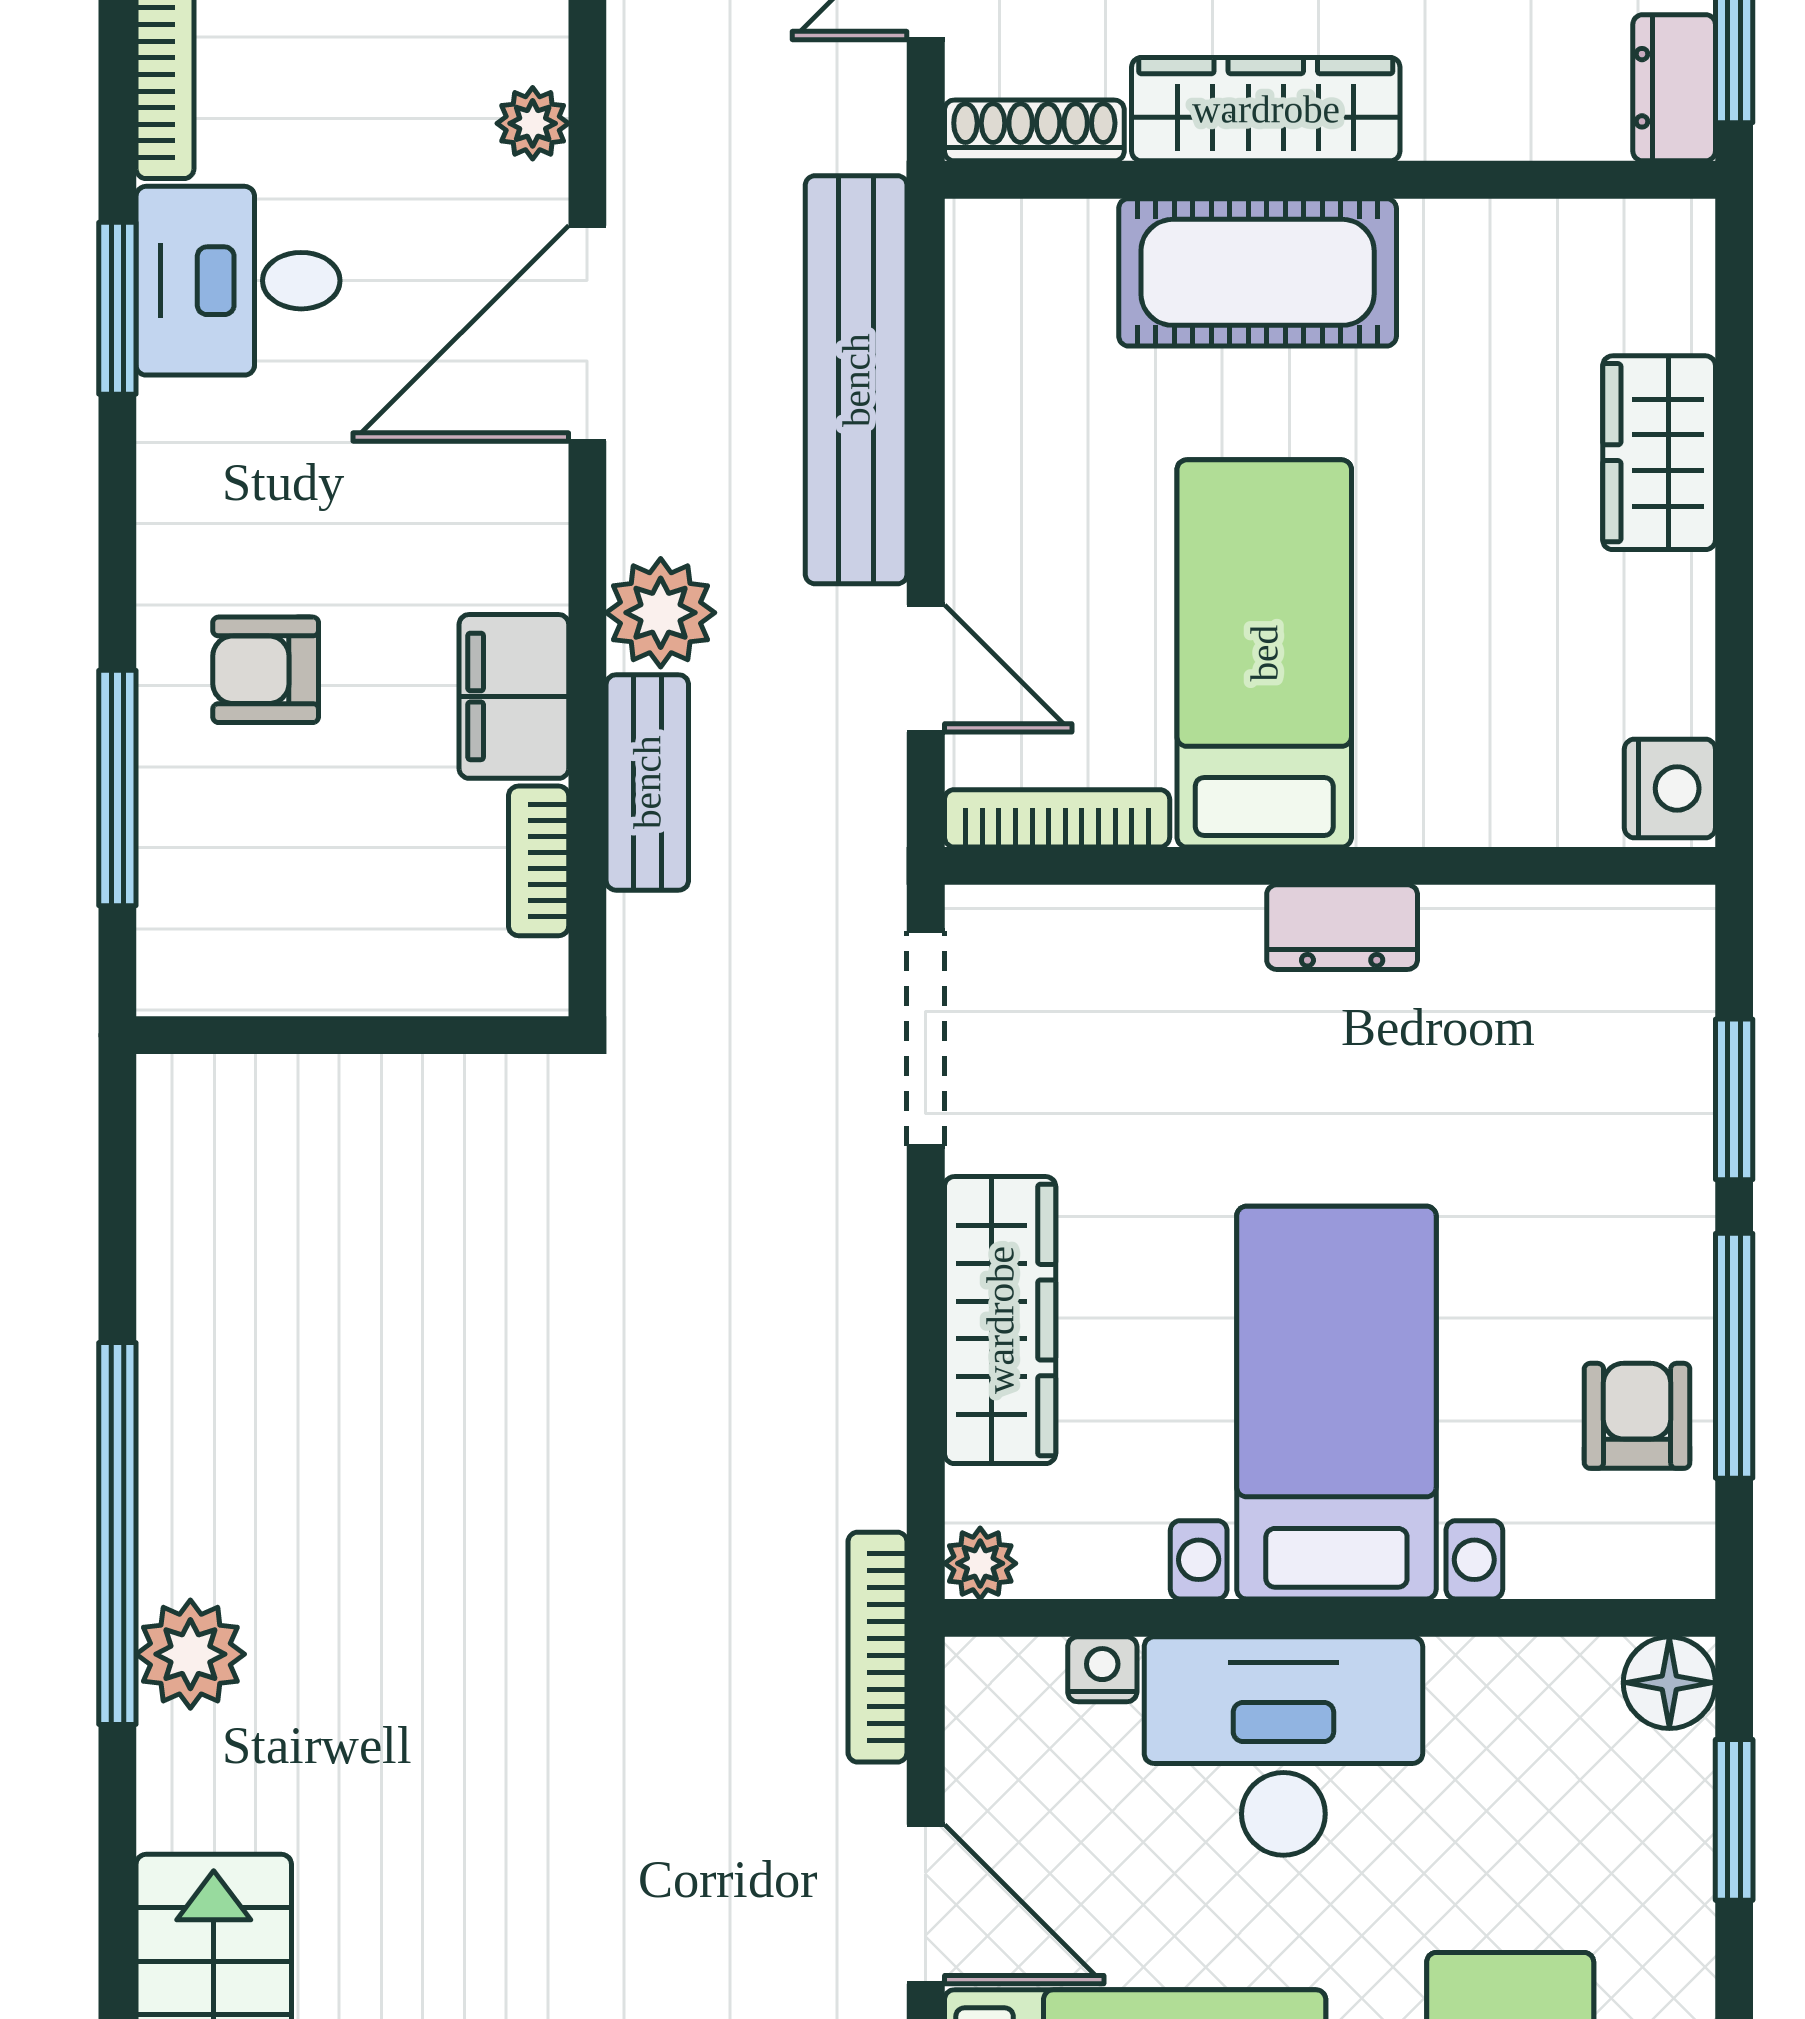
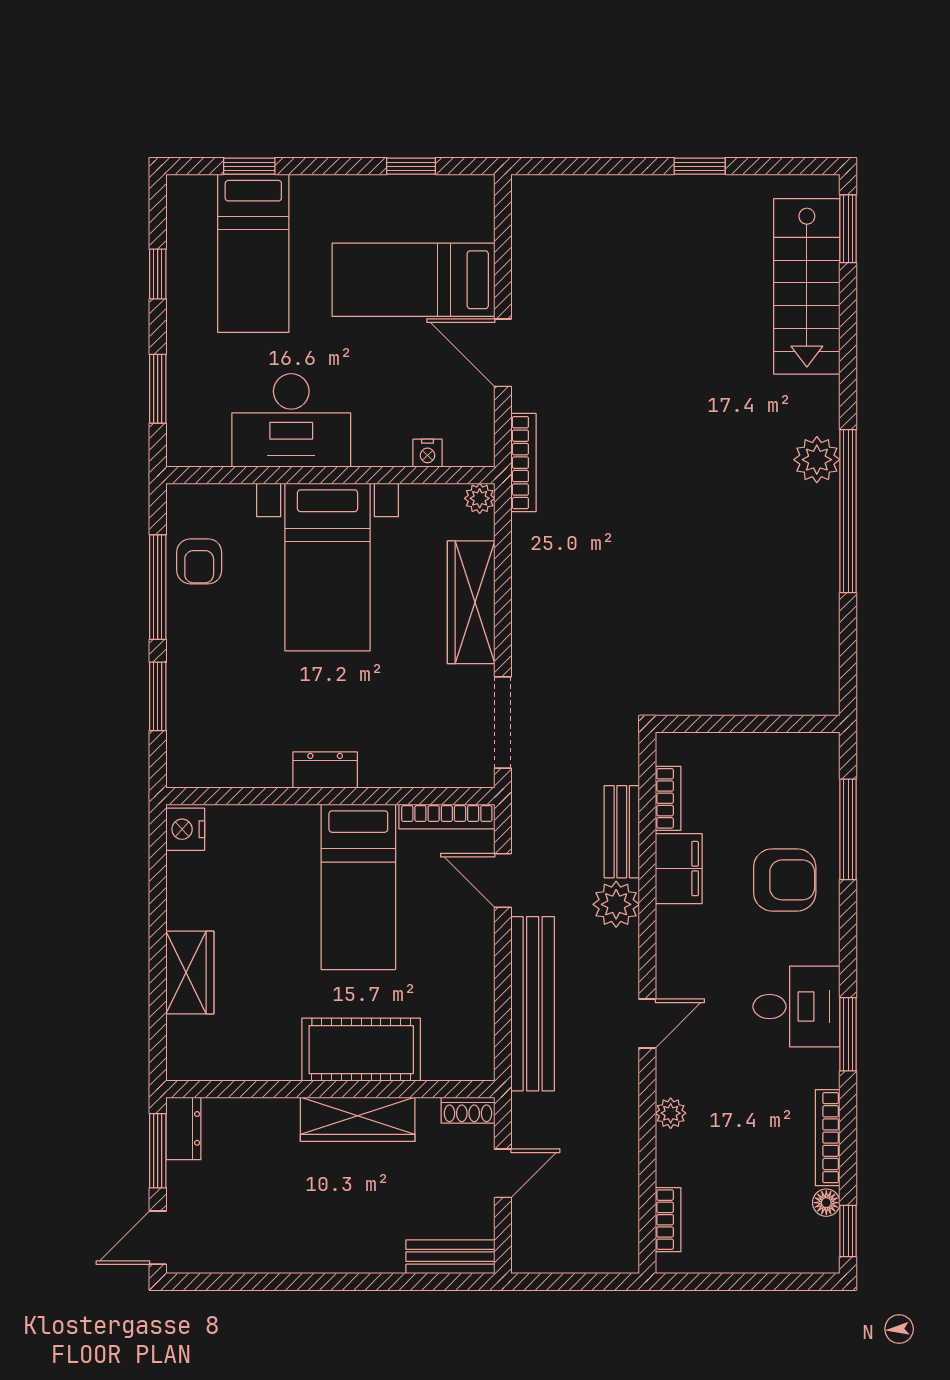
shoe rack: (1034, 130) -> (468, 1110), width x0.70
desk: (238, 281) -> (796, 1007), moved
door: (587, 333) -> (647, 1024), width x0.53
armchair: (266, 670) -> (785, 880), width x1.38, depth x1.38
floor lamp: (1669, 1683) -> (185, 447), removed
desk: (1283, 1746) -> (291, 420), moved

